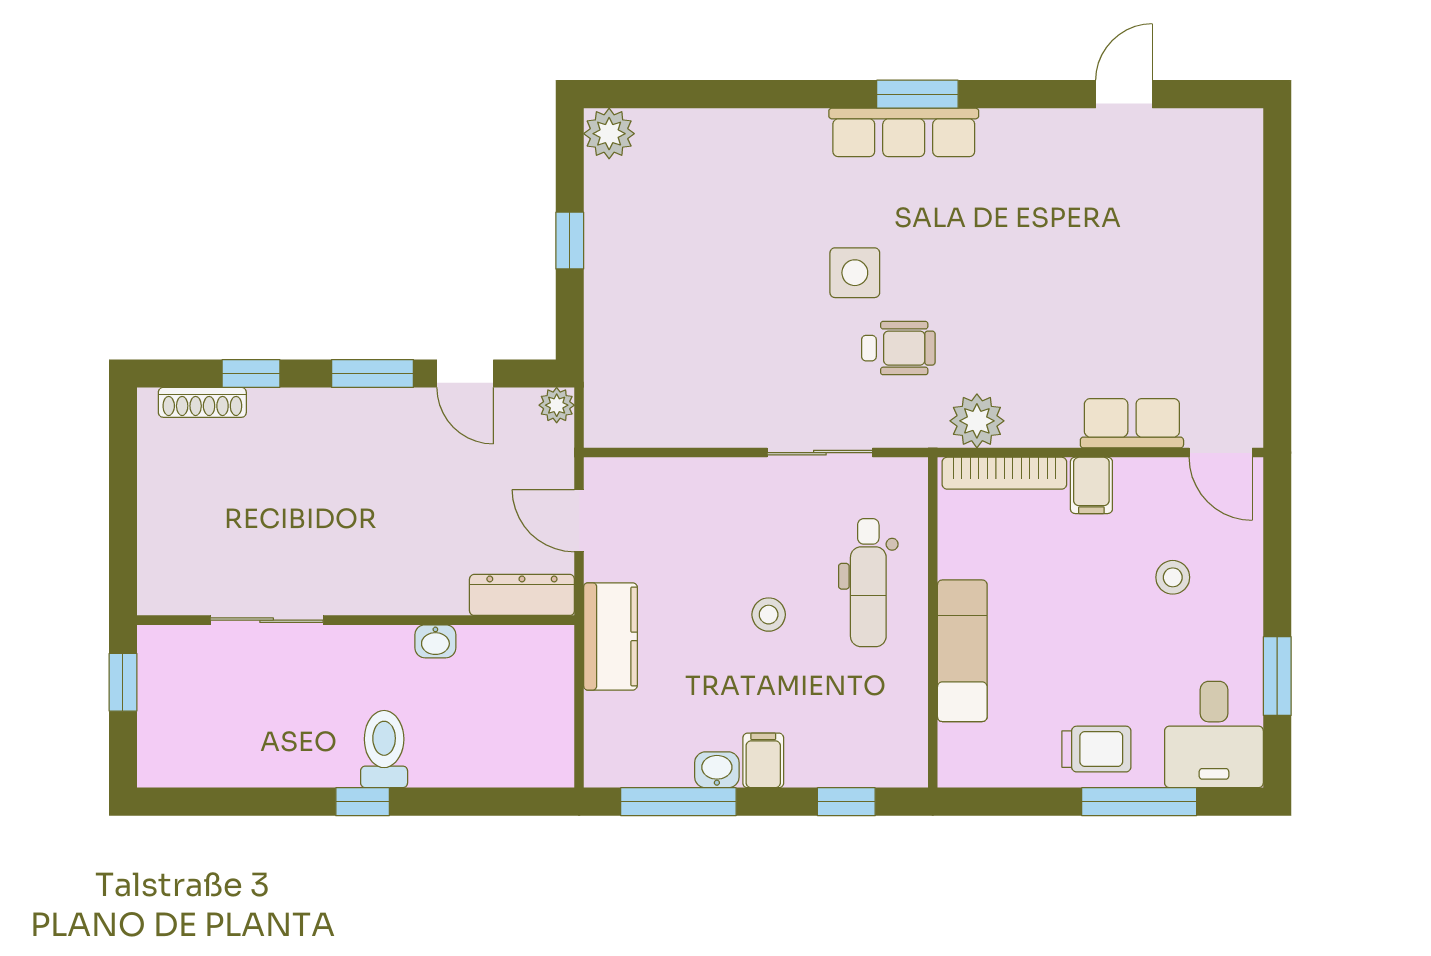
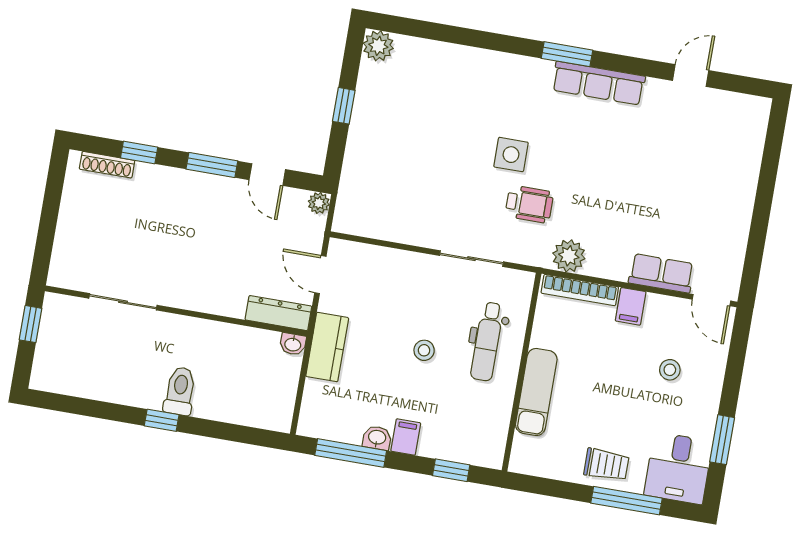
row of seats: (904, 132) -> (598, 83), moved
washbasin: (435, 641) -> (293, 344), moved

